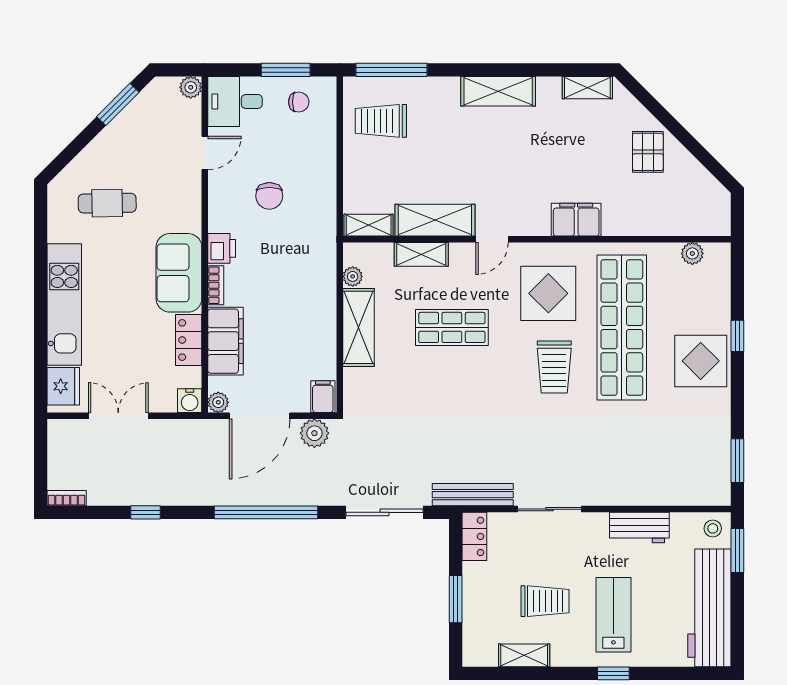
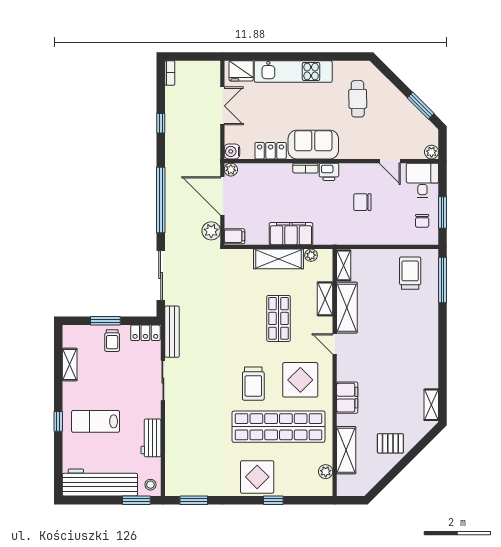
shelving: (498, 91) -> (346, 450), moved
filing cabinet: (226, 341) -> (291, 234), moved, turned 180
trolley: (554, 367) -> (253, 384), turned -90
trolley: (545, 601) -> (112, 341), moved, width x0.73, depth x0.72
lab bench: (613, 615) -> (96, 421), turned 180

